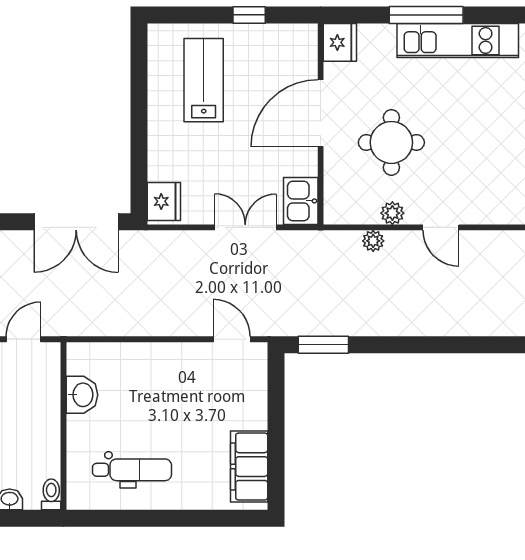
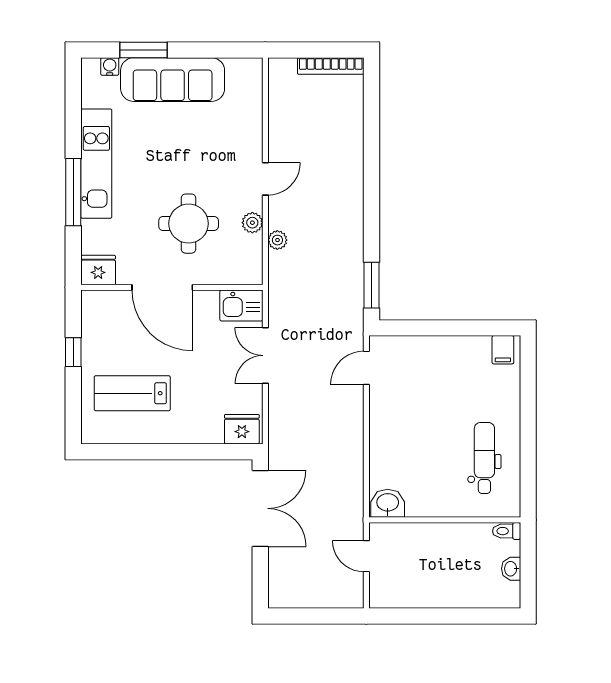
washbasin: (82, 395) -> (388, 503), moved
filing cabinet: (249, 467) -> (503, 350), width x0.33, depth x0.86

